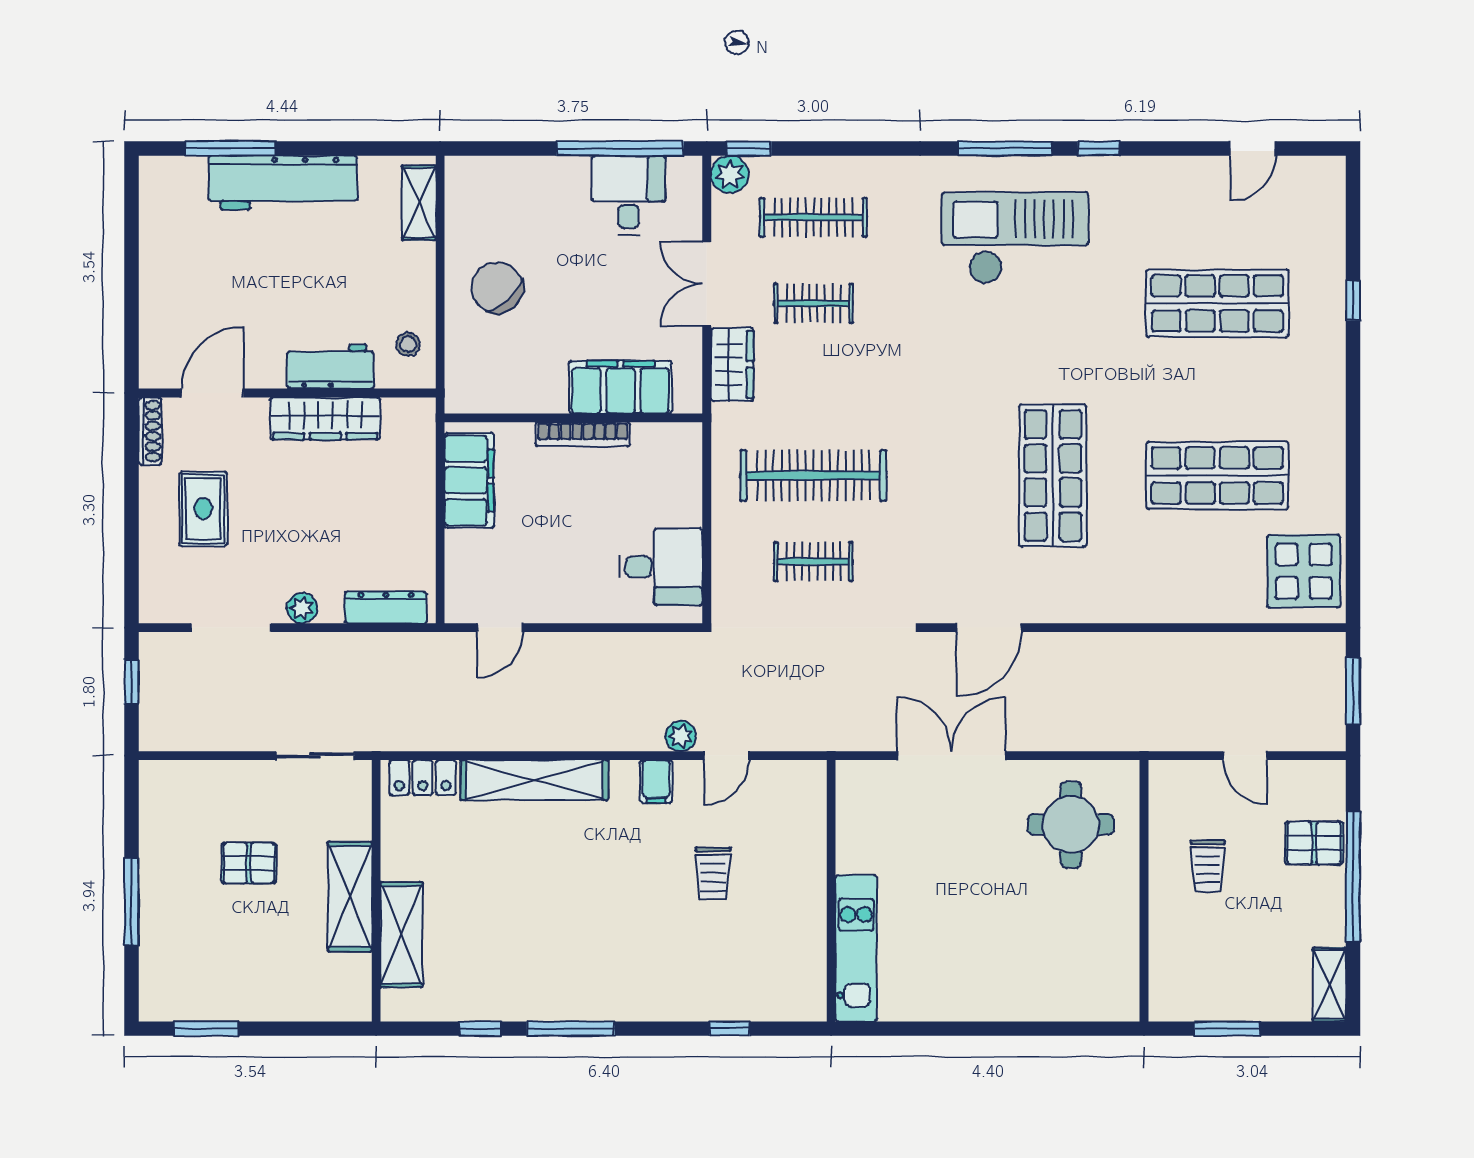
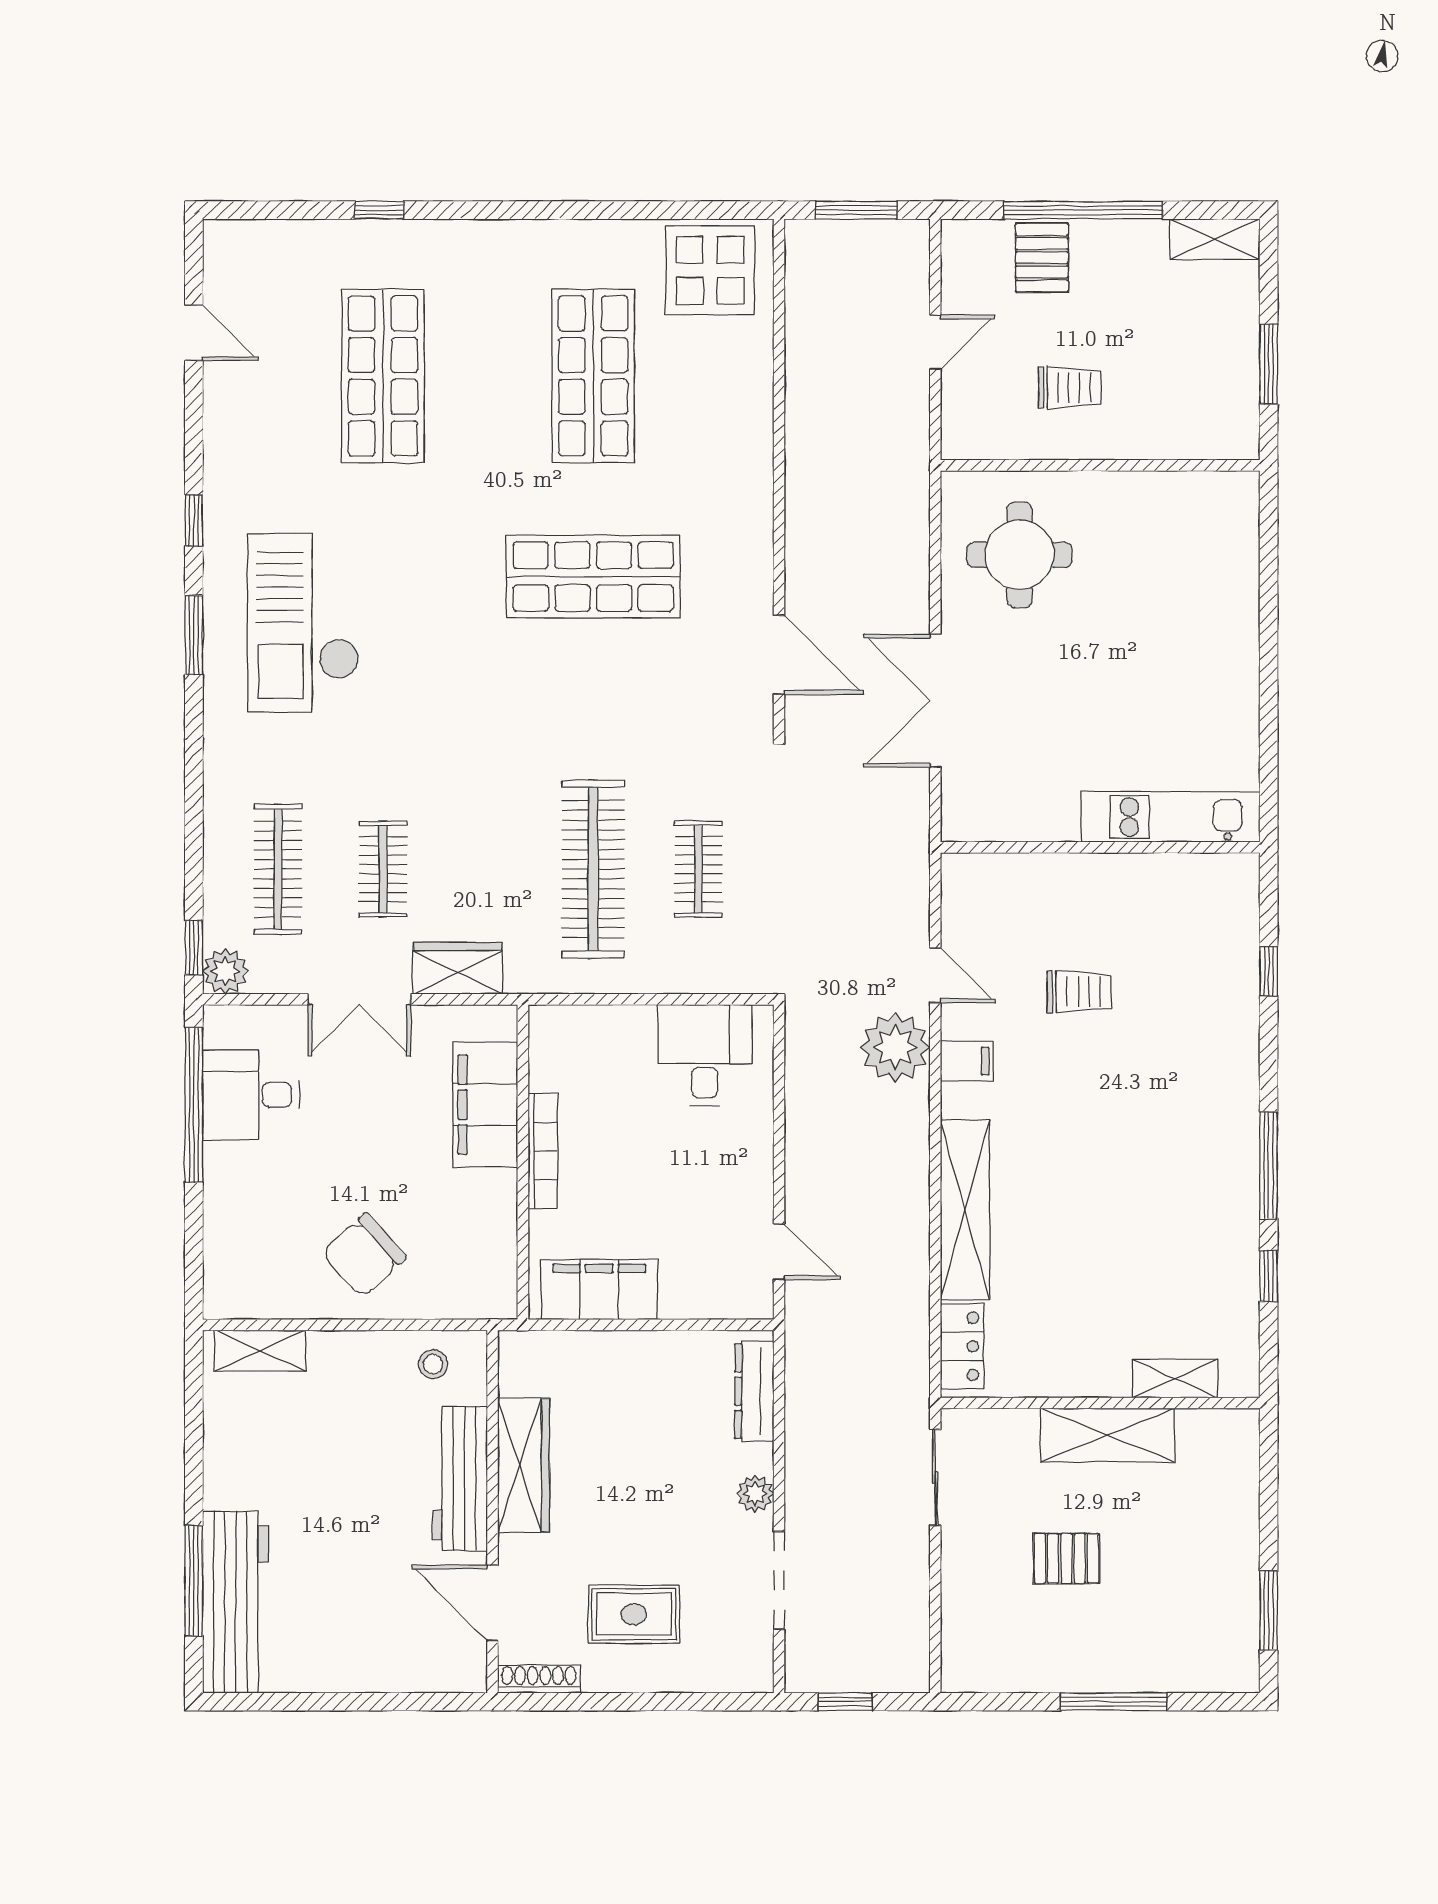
window: (1005, 148) -> (194, 635), width x0.69
workbench: (283, 183) -> (236, 1602), moved
workbench: (330, 367) -> (460, 1478), width x1.38
plant: (681, 736) -> (895, 1047), width x1.87, depth x1.87
pallet: (249, 863) -> (1066, 1558), turned 90
shelving: (401, 935) -> (1175, 1379), width x0.67, depth x0.75

